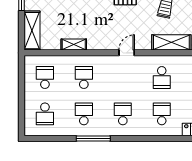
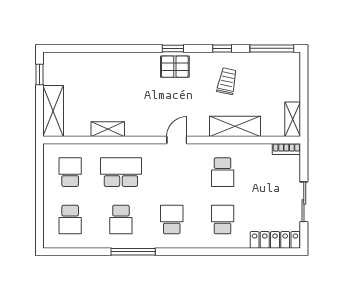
school desk: (84, 78) -> (121, 172), width x1.85
school desk: (84, 114) -> (121, 220), turned 180

